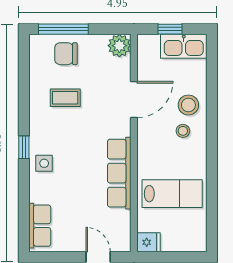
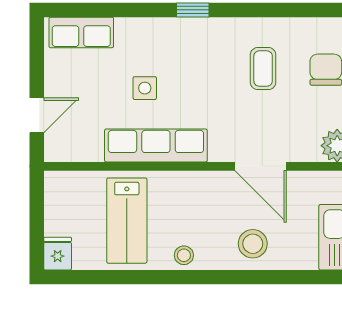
stool: (183, 131) -> (184, 255), moved
side table: (44, 163) -> (145, 88), moved
fridge: (149, 242) -> (58, 254), moved, turned 180

